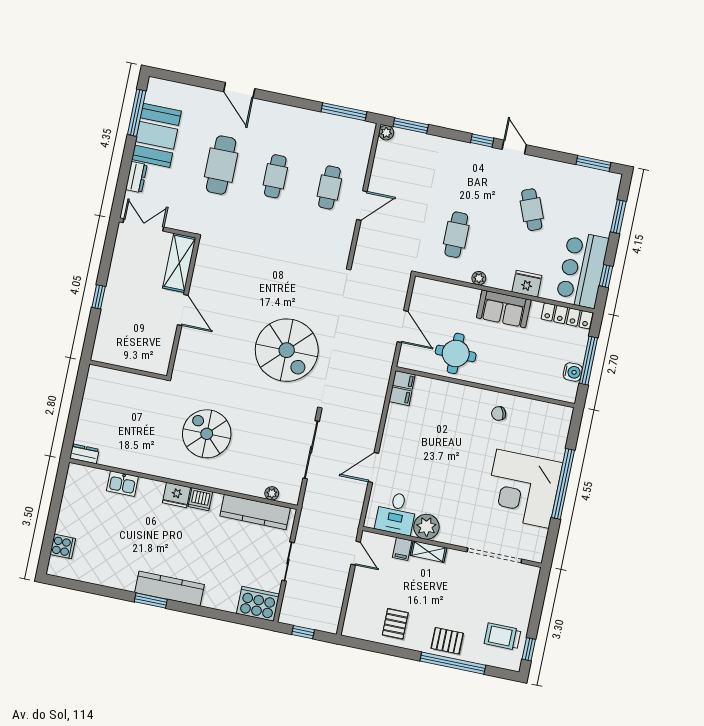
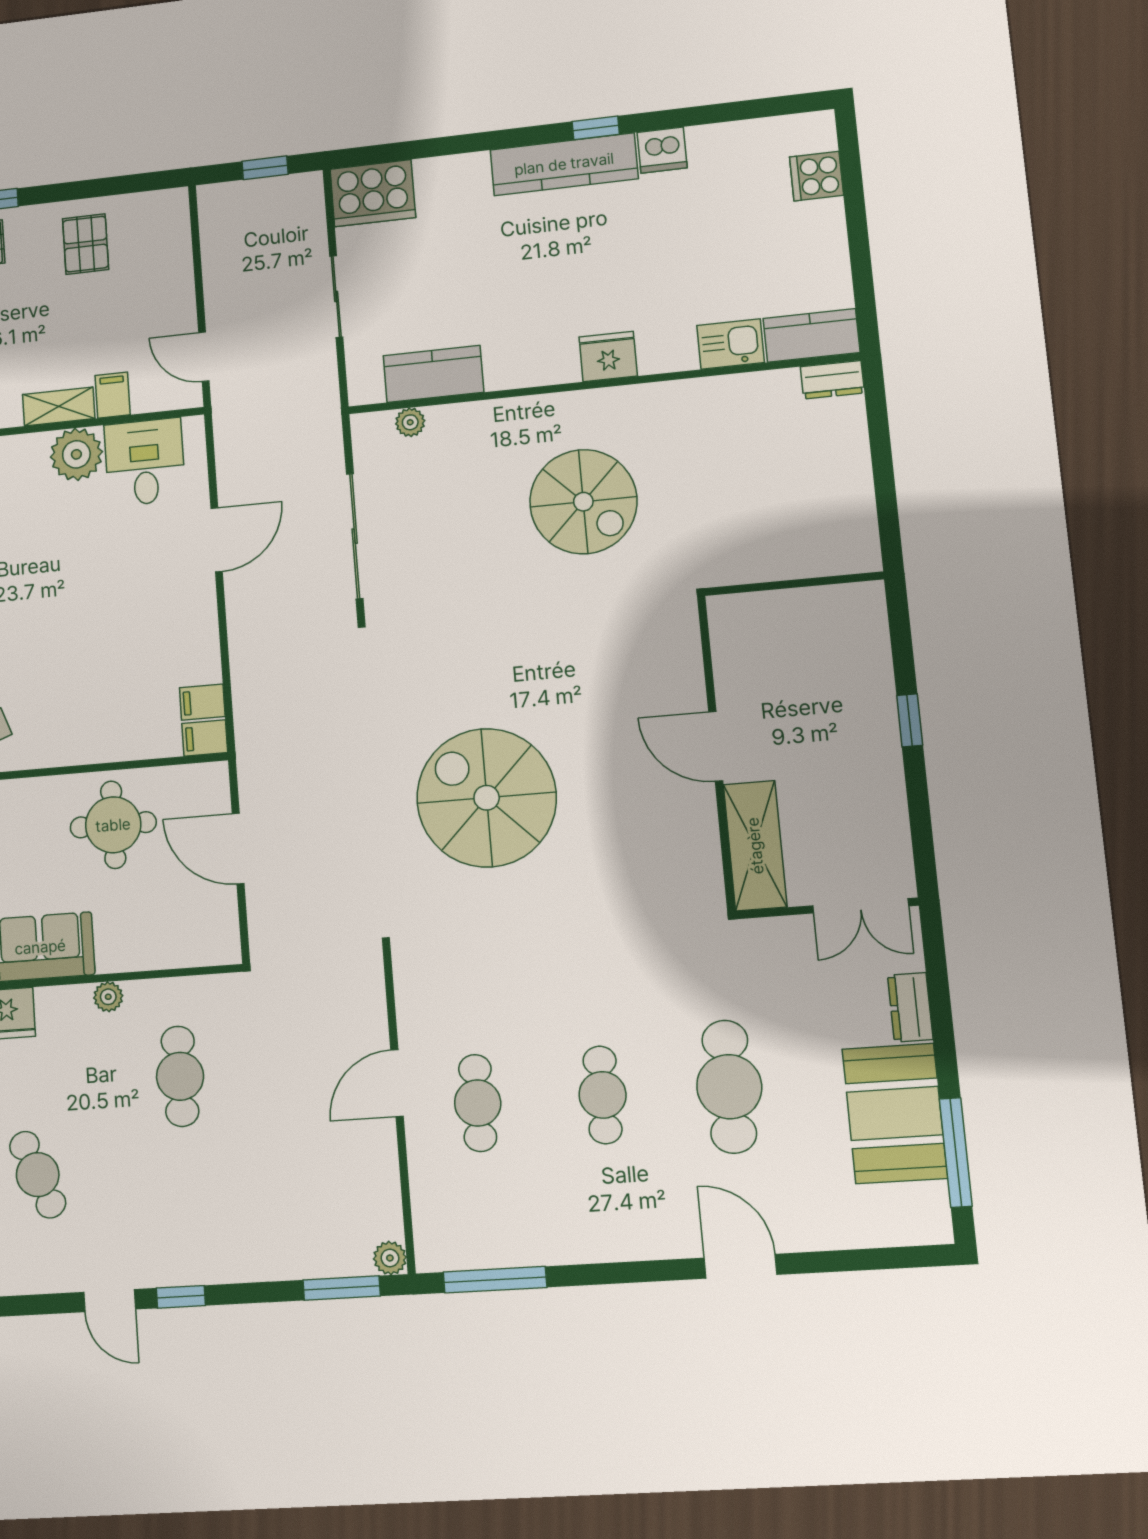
spiral stairs: (287, 350) -> (487, 798), moved
kitchen counter: (87, 476) -> (812, 335), added
dishwasher: (200, 499) -> (662, 150), moved, turned 180
kitchen counter: (255, 512) -> (433, 374), width x0.67
window: (151, 601) -> (596, 128), width x0.67

